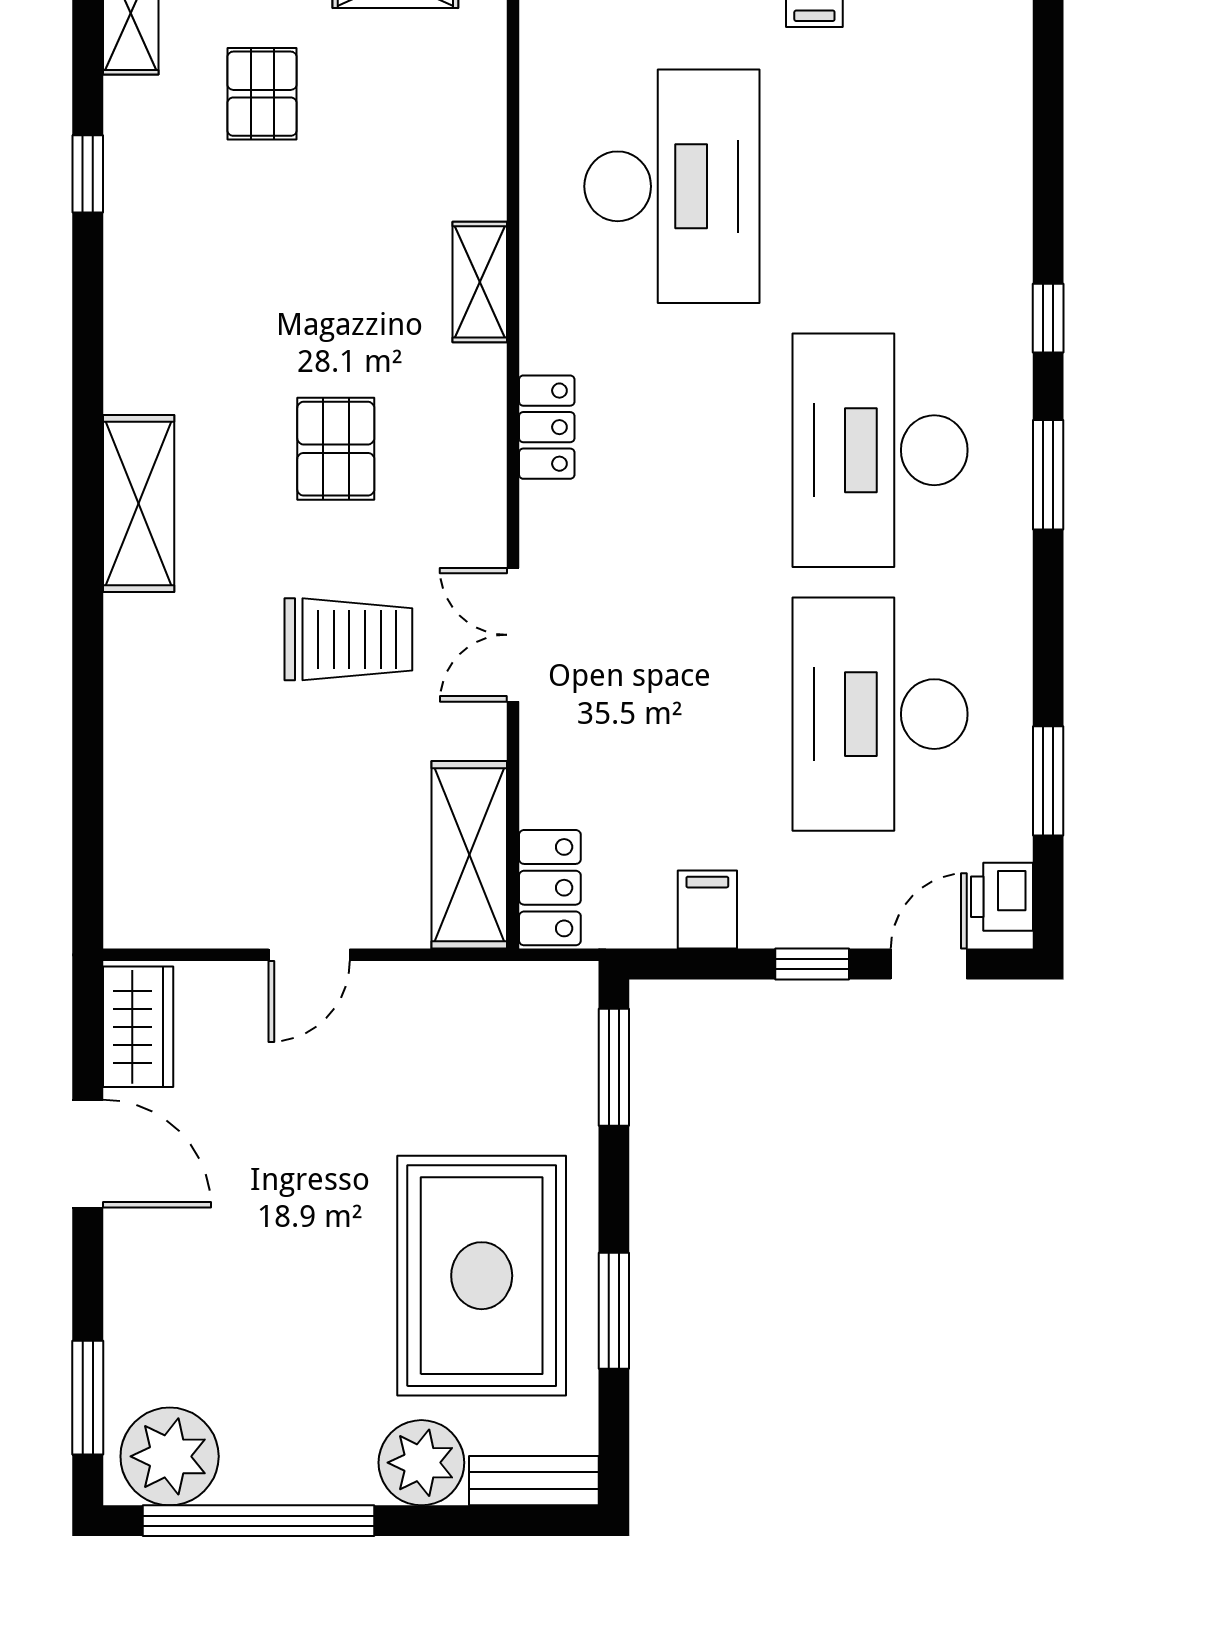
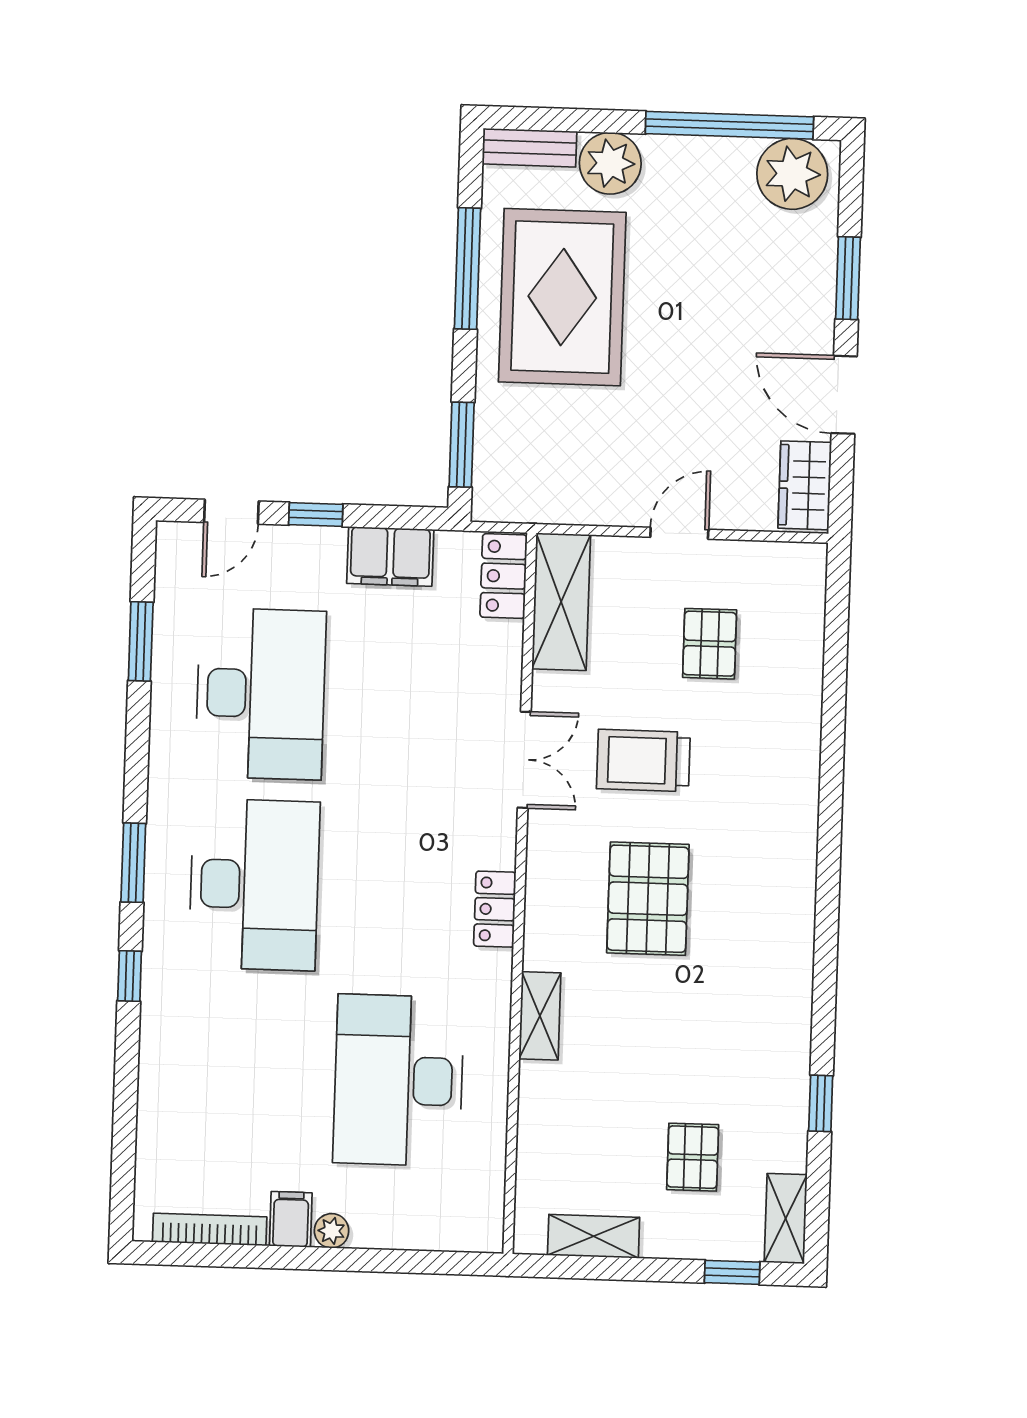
pallet: (336, 449) -> (648, 899), width x1.50, depth x1.42
shelving: (139, 503) -> (792, 864), removed
pallet: (262, 804) -> (710, 644), added
printer: (1002, 897) -> (177, 559), removed
filing cabinet: (707, 910) -> (390, 556), width x2.00
window: (614, 1311) -> (467, 269), width x1.44
window: (88, 1398) -> (848, 278), moved

